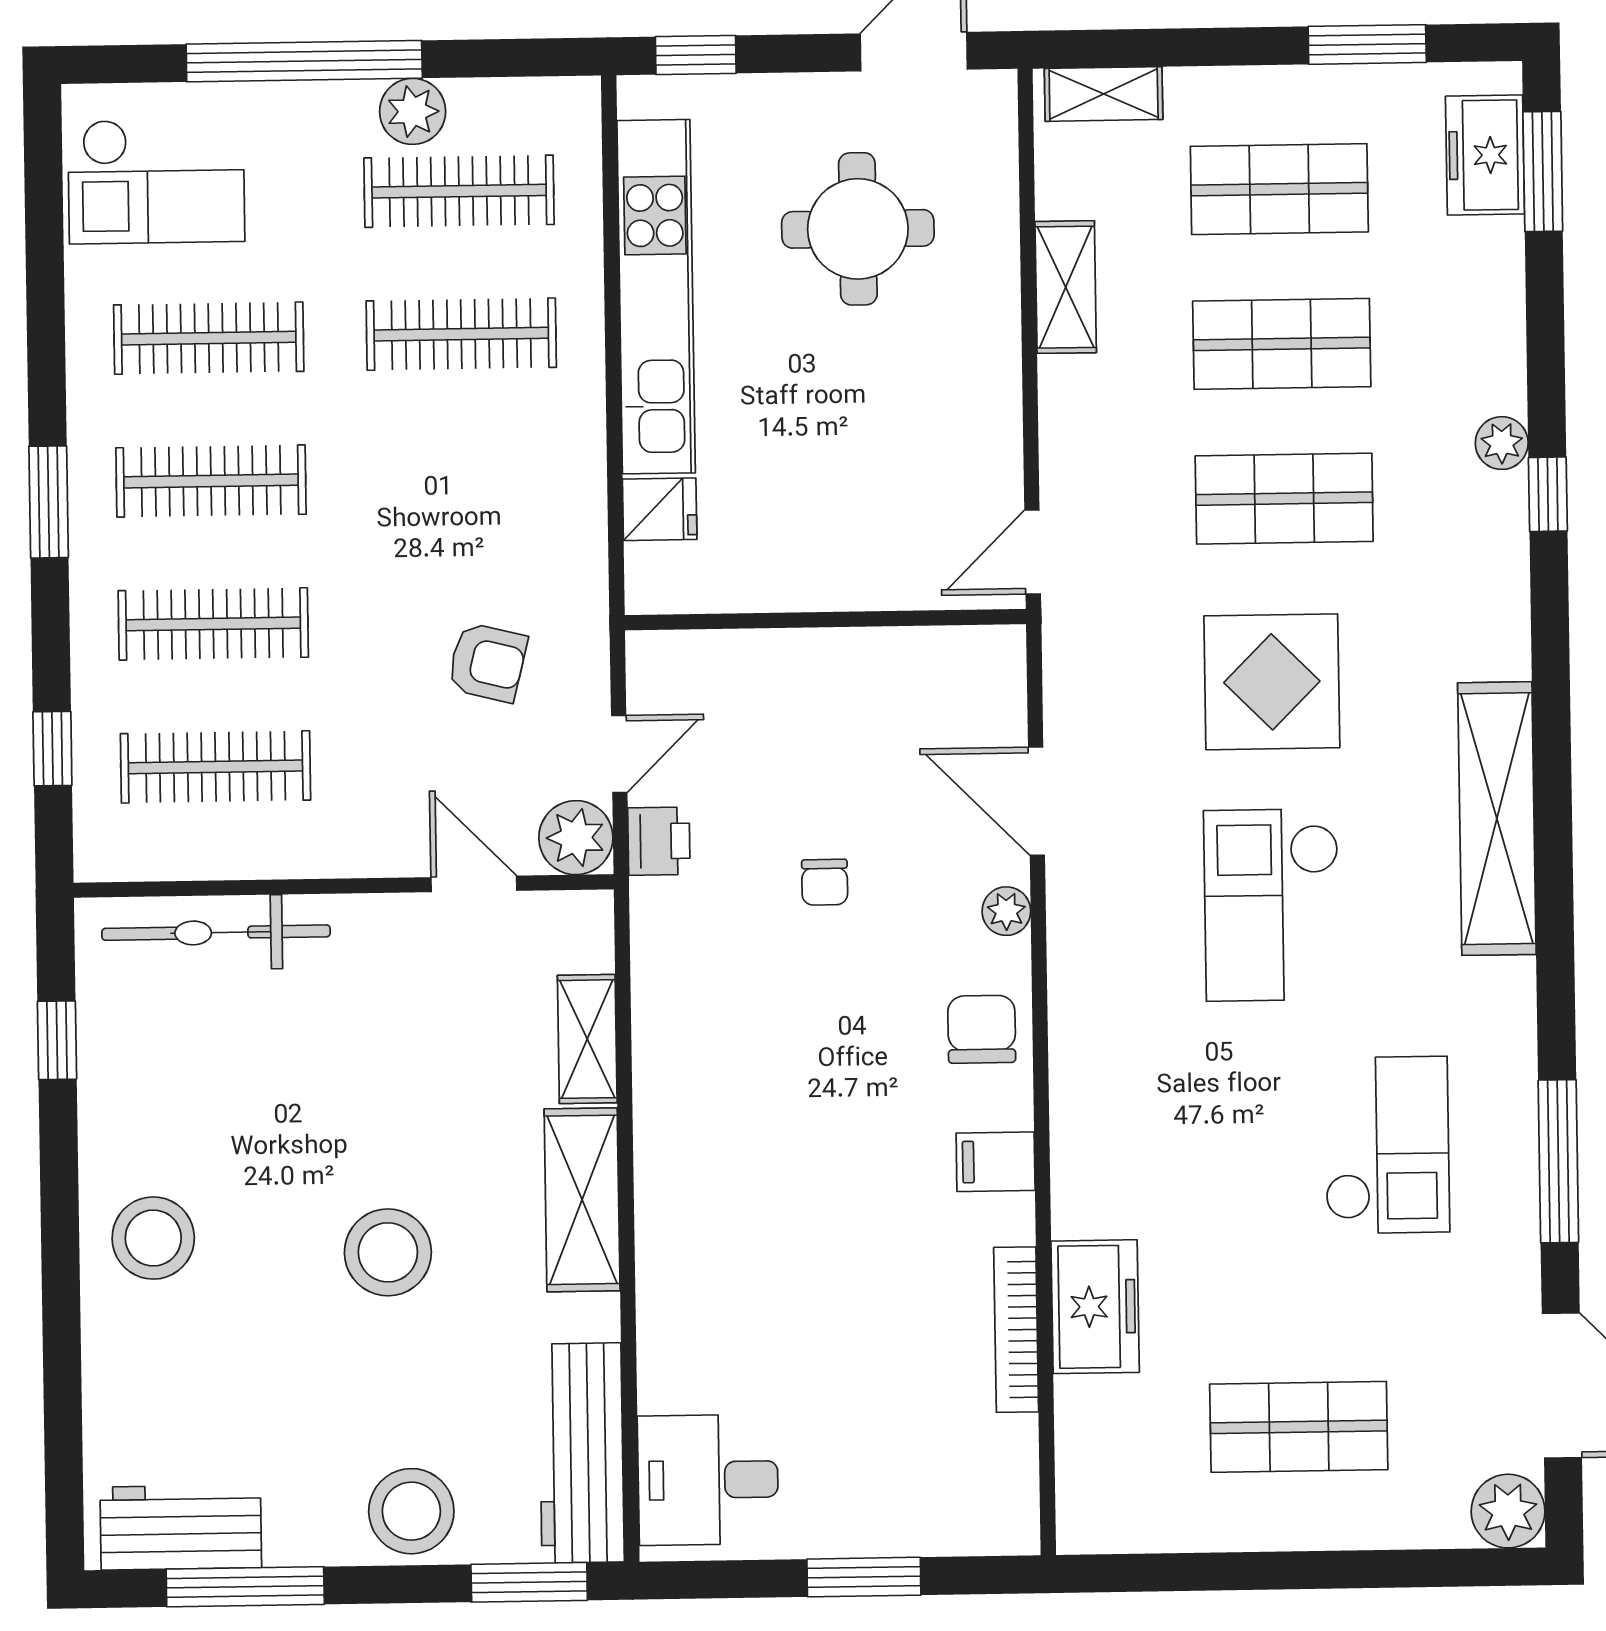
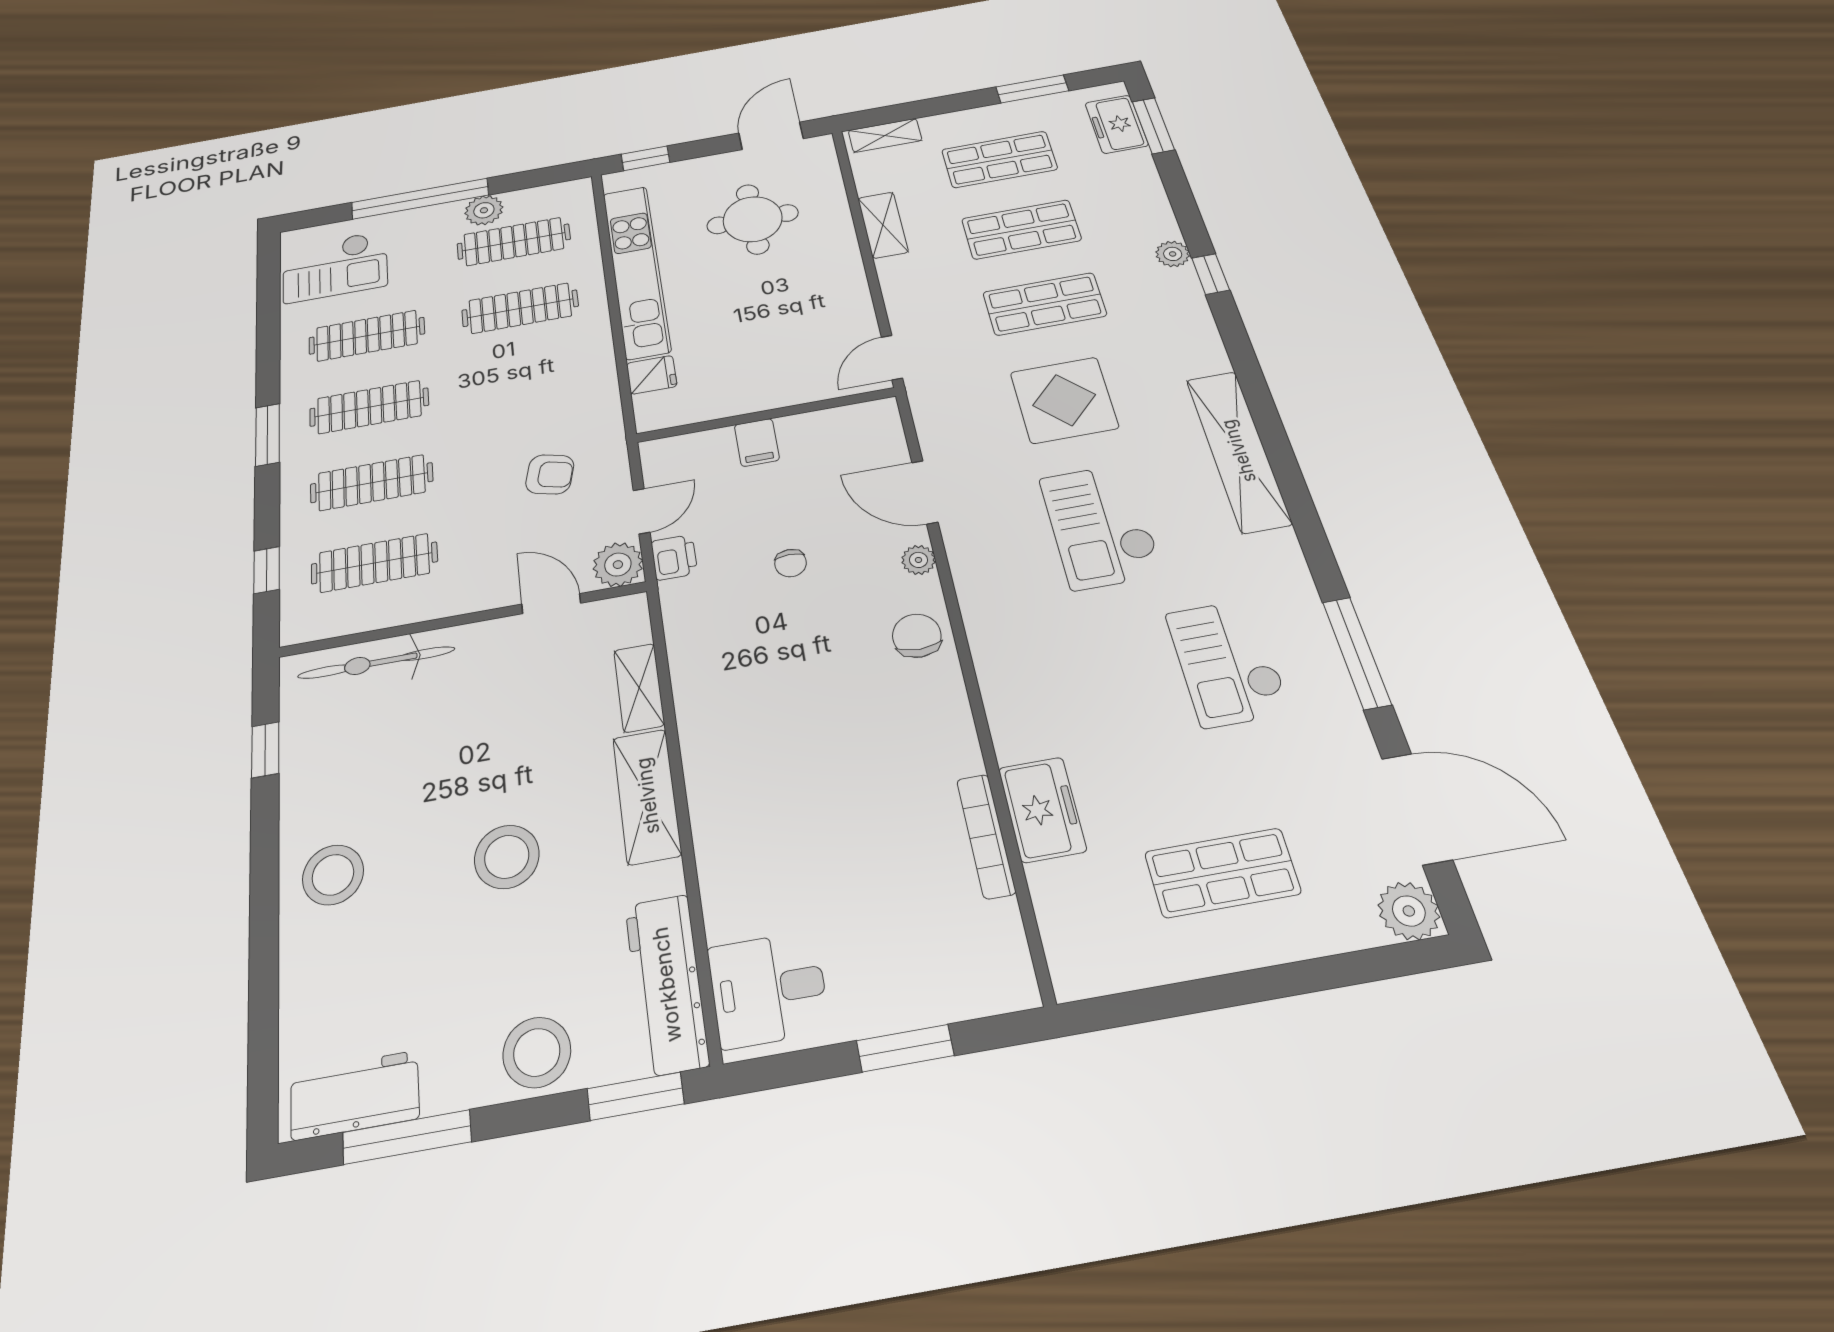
checkout: (1387, 1145) -> (1228, 663), turned 180
filing cabinet: (996, 1162) -> (757, 442), moved, turned -90

